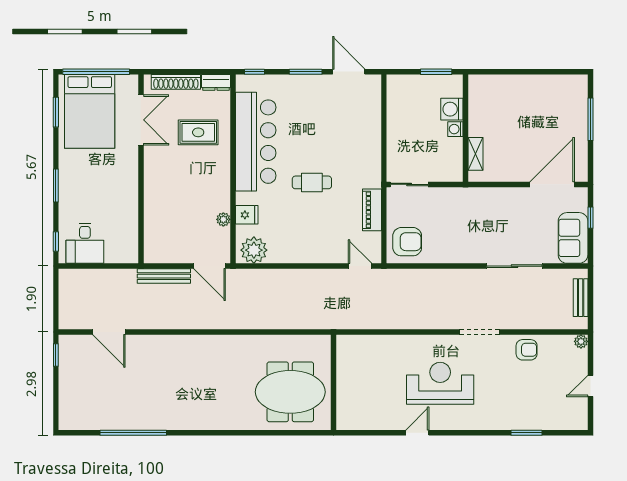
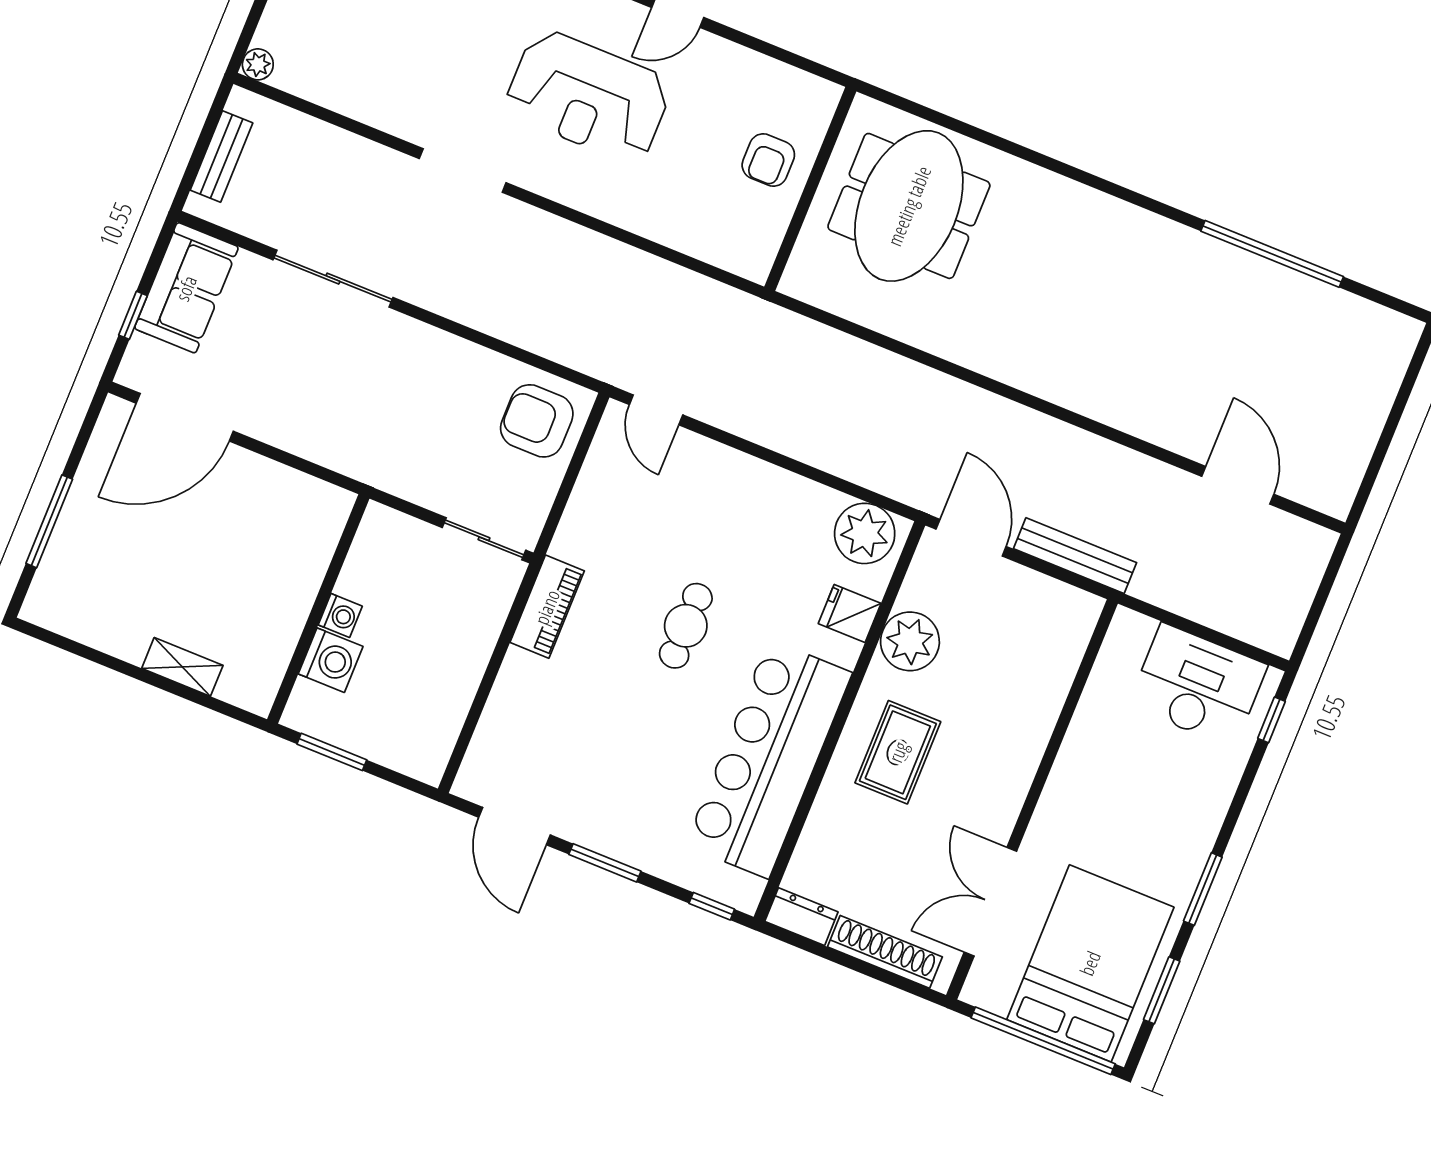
rug: (198, 132) -> (898, 752), moved, turned 90
shelving: (475, 154) -> (182, 667), moved, turned 90
cafe table: (312, 182) -> (686, 626), turned 90
window: (56, 185) -> (1203, 889), moved
piano: (372, 210) -> (547, 607), moved
plant: (223, 219) -> (910, 641), width x1.88, depth x1.88
desk: (85, 243) -> (1198, 685), width x1.37
armchair: (527, 350) -> (768, 160), moved, turned -90
window: (56, 355) -> (1368, 482), removed
meeting table: (290, 392) -> (909, 206), turned 90

